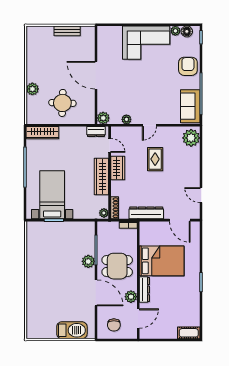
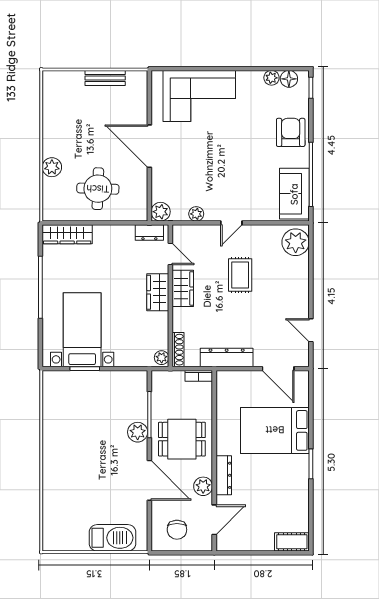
corner sofa: (146, 43) -> (199, 96), moved
wardrobe: (101, 176) -> (158, 292), width x0.67
bed: (162, 261) -> (275, 430), moved, turned 180

